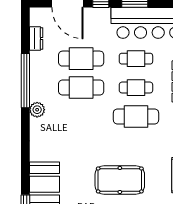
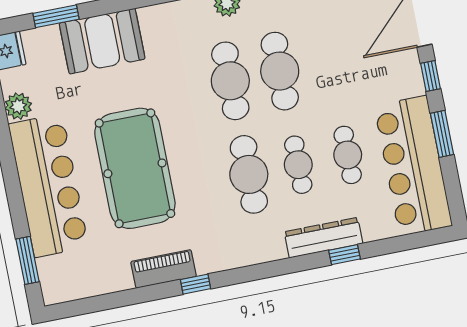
cafe table: (81, 59) -> (230, 81), moved
pool table: (120, 180) -> (135, 168), width x1.36, depth x1.32

